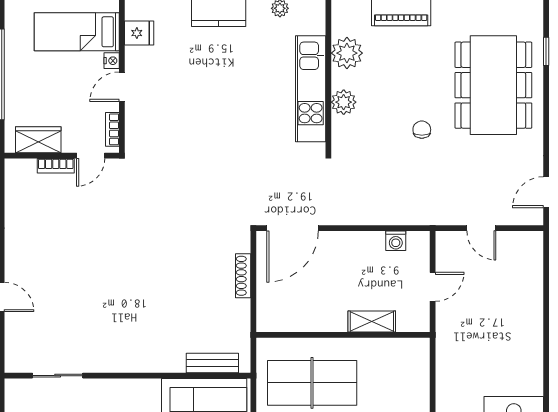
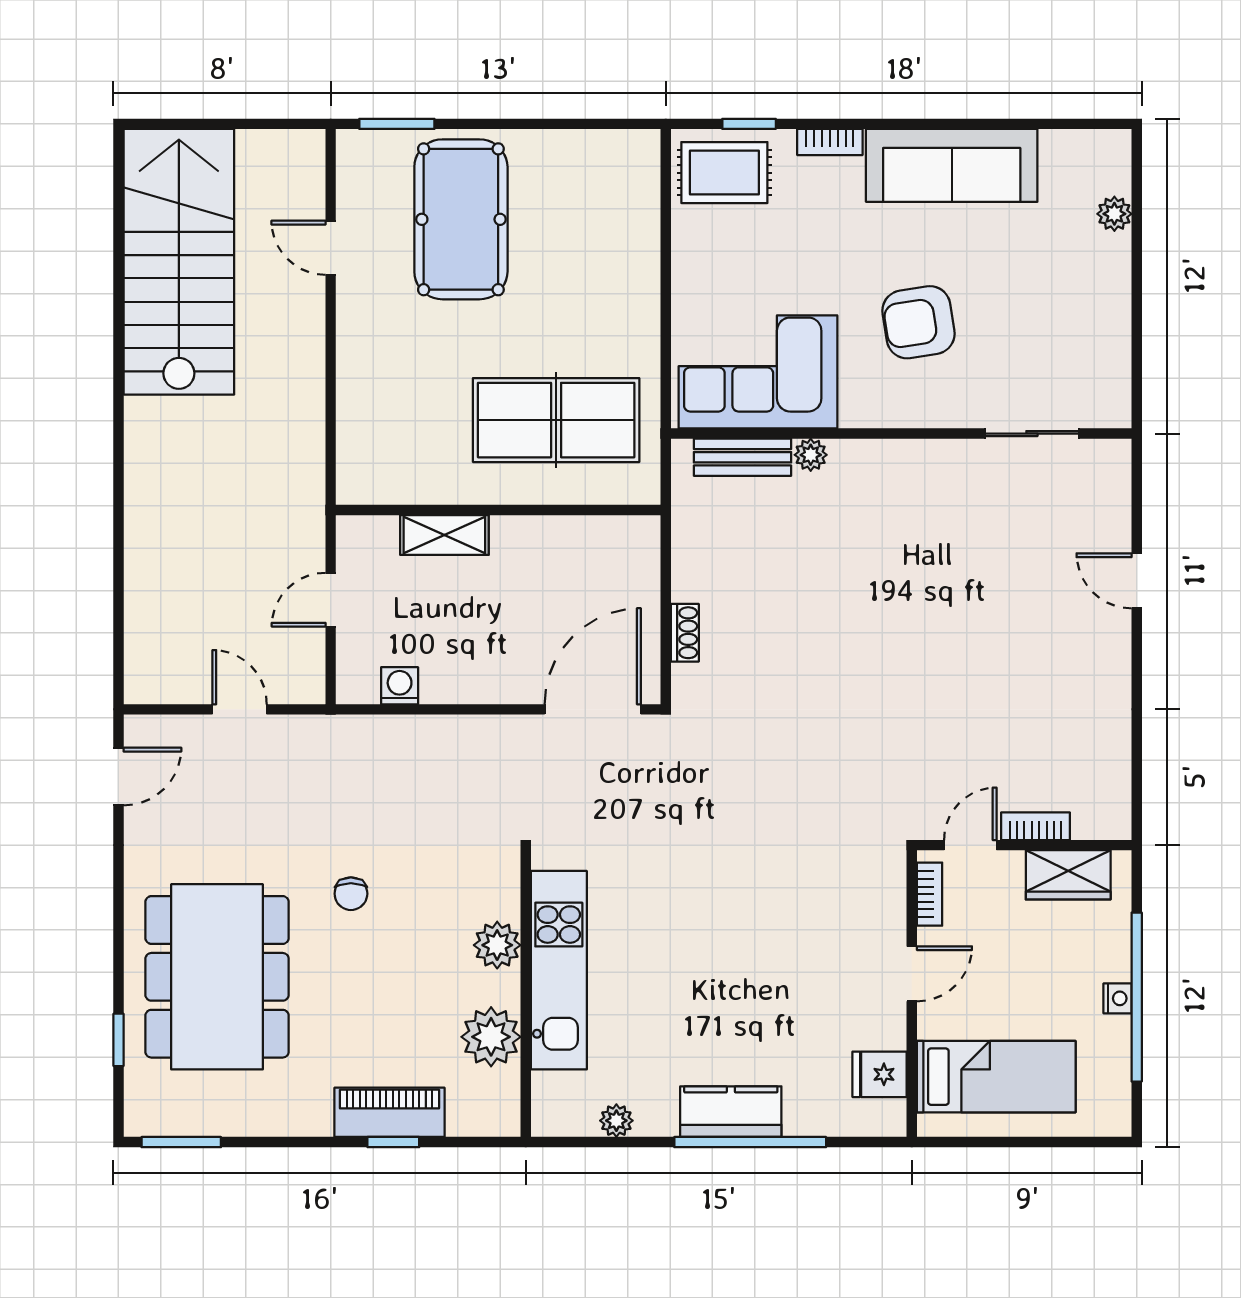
nightstand: (112, 61) -> (1118, 998), moved, turned 180
shoe rack: (243, 276) -> (685, 633), width x0.70
plant: (176, 364) -> (811, 455), added

